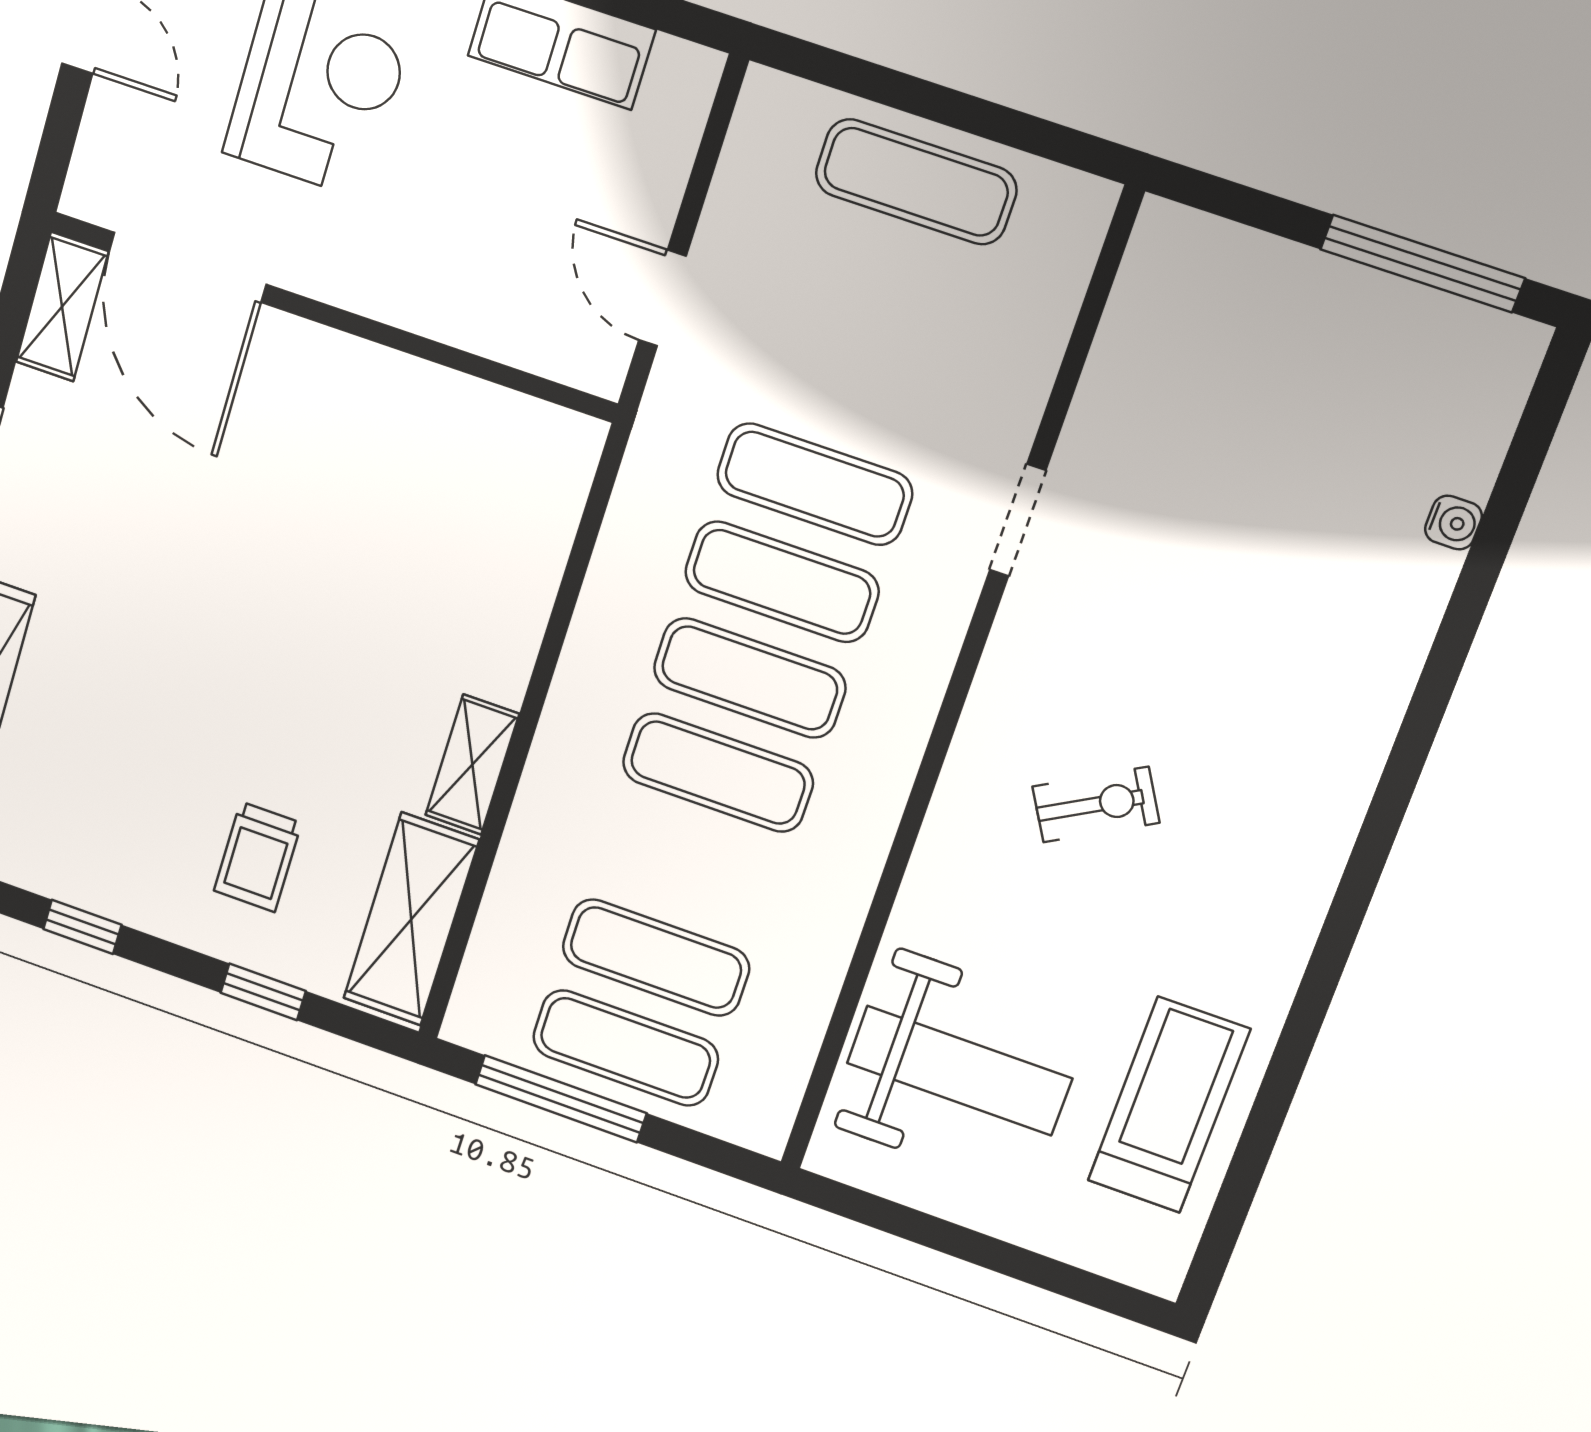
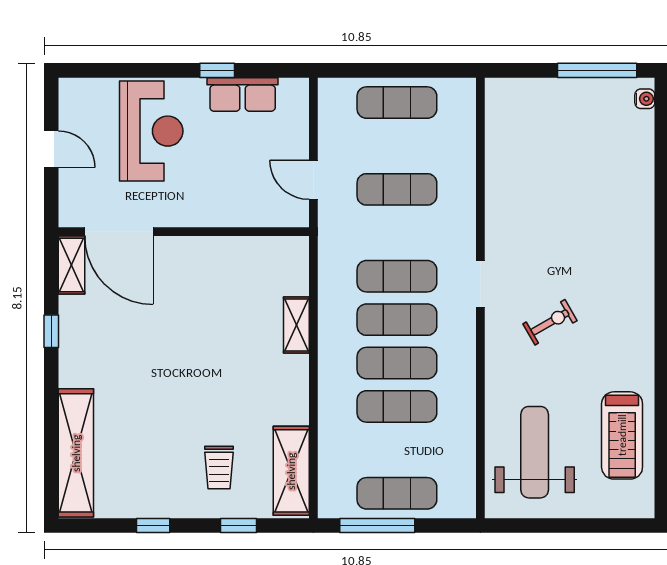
exercise mat: (815, 484) -> (397, 189), moved
doorway: (1018, 520) -> (480, 284), moved
water cooler: (1453, 523) -> (645, 99), moved
shelving: (472, 765) -> (296, 325), moved
exercise mat: (656, 958) -> (397, 406), moved
weight bench: (959, 1071) -> (535, 452), turned -90
treadmill: (1169, 1105) -> (622, 435), turned 180

